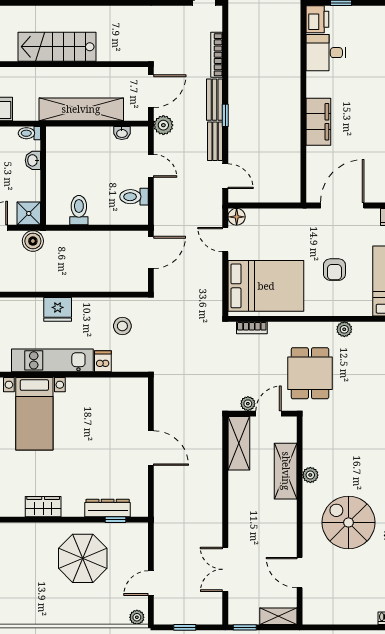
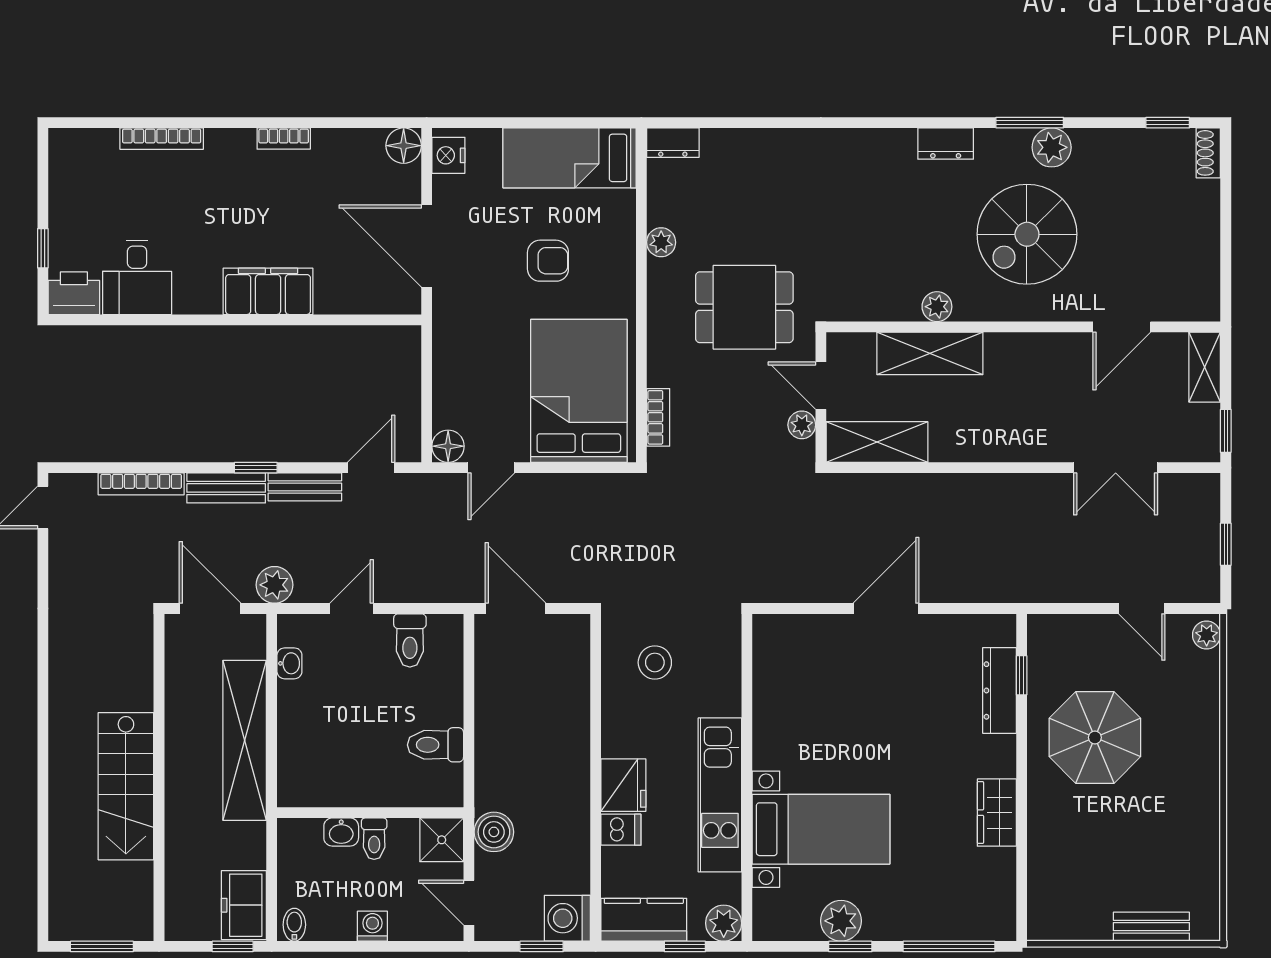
toilet: (29, 133) -> (374, 839), moved
dishwasher: (103, 361) -> (621, 830), moved, turned 180

